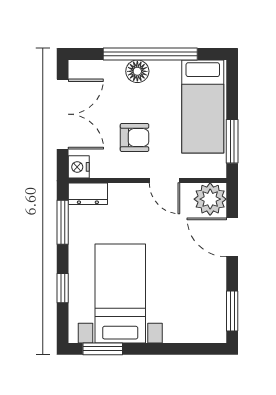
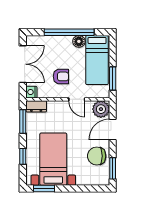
floor lamp: (137, 71) -> (79, 41), moved
door: (232, 237) -> (113, 129), hinge flipped
chair: (202, 288) -> (97, 156), added

